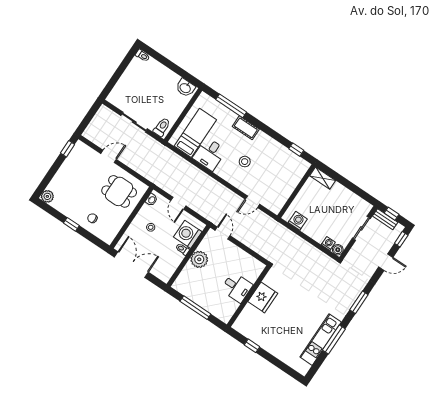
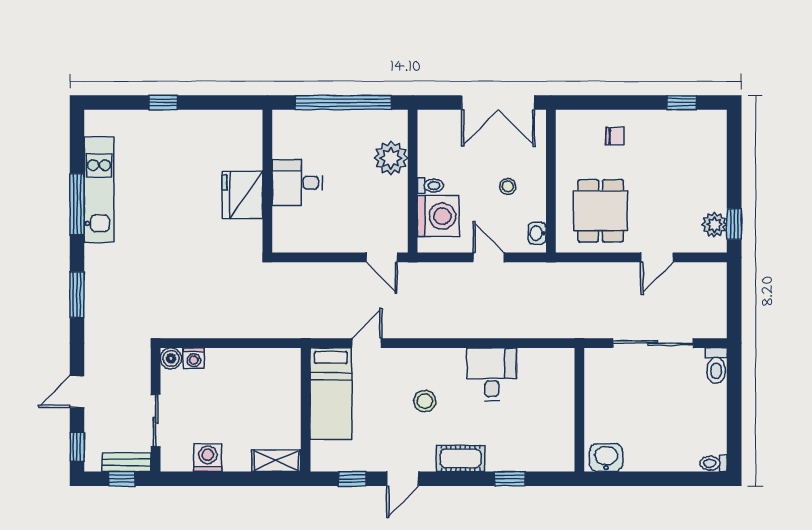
window: (231, 106) -> (510, 479), width x0.46
sliding door: (134, 122) -> (653, 343), width x1.37
toilet: (162, 127) -> (716, 366), moved
bed: (195, 133) -> (331, 394), moved
door: (275, 136) -> (403, 479), added
dining table: (119, 191) -> (601, 211), turned 90
plant: (47, 196) -> (714, 225), moved
washing machine: (298, 221) -> (208, 458), moved, turned 180
window: (71, 224) -> (682, 103), moved
plant: (199, 259) -> (391, 158), moved
window: (195, 308) -> (343, 103), width x1.46
window: (252, 346) -> (163, 103), moved

